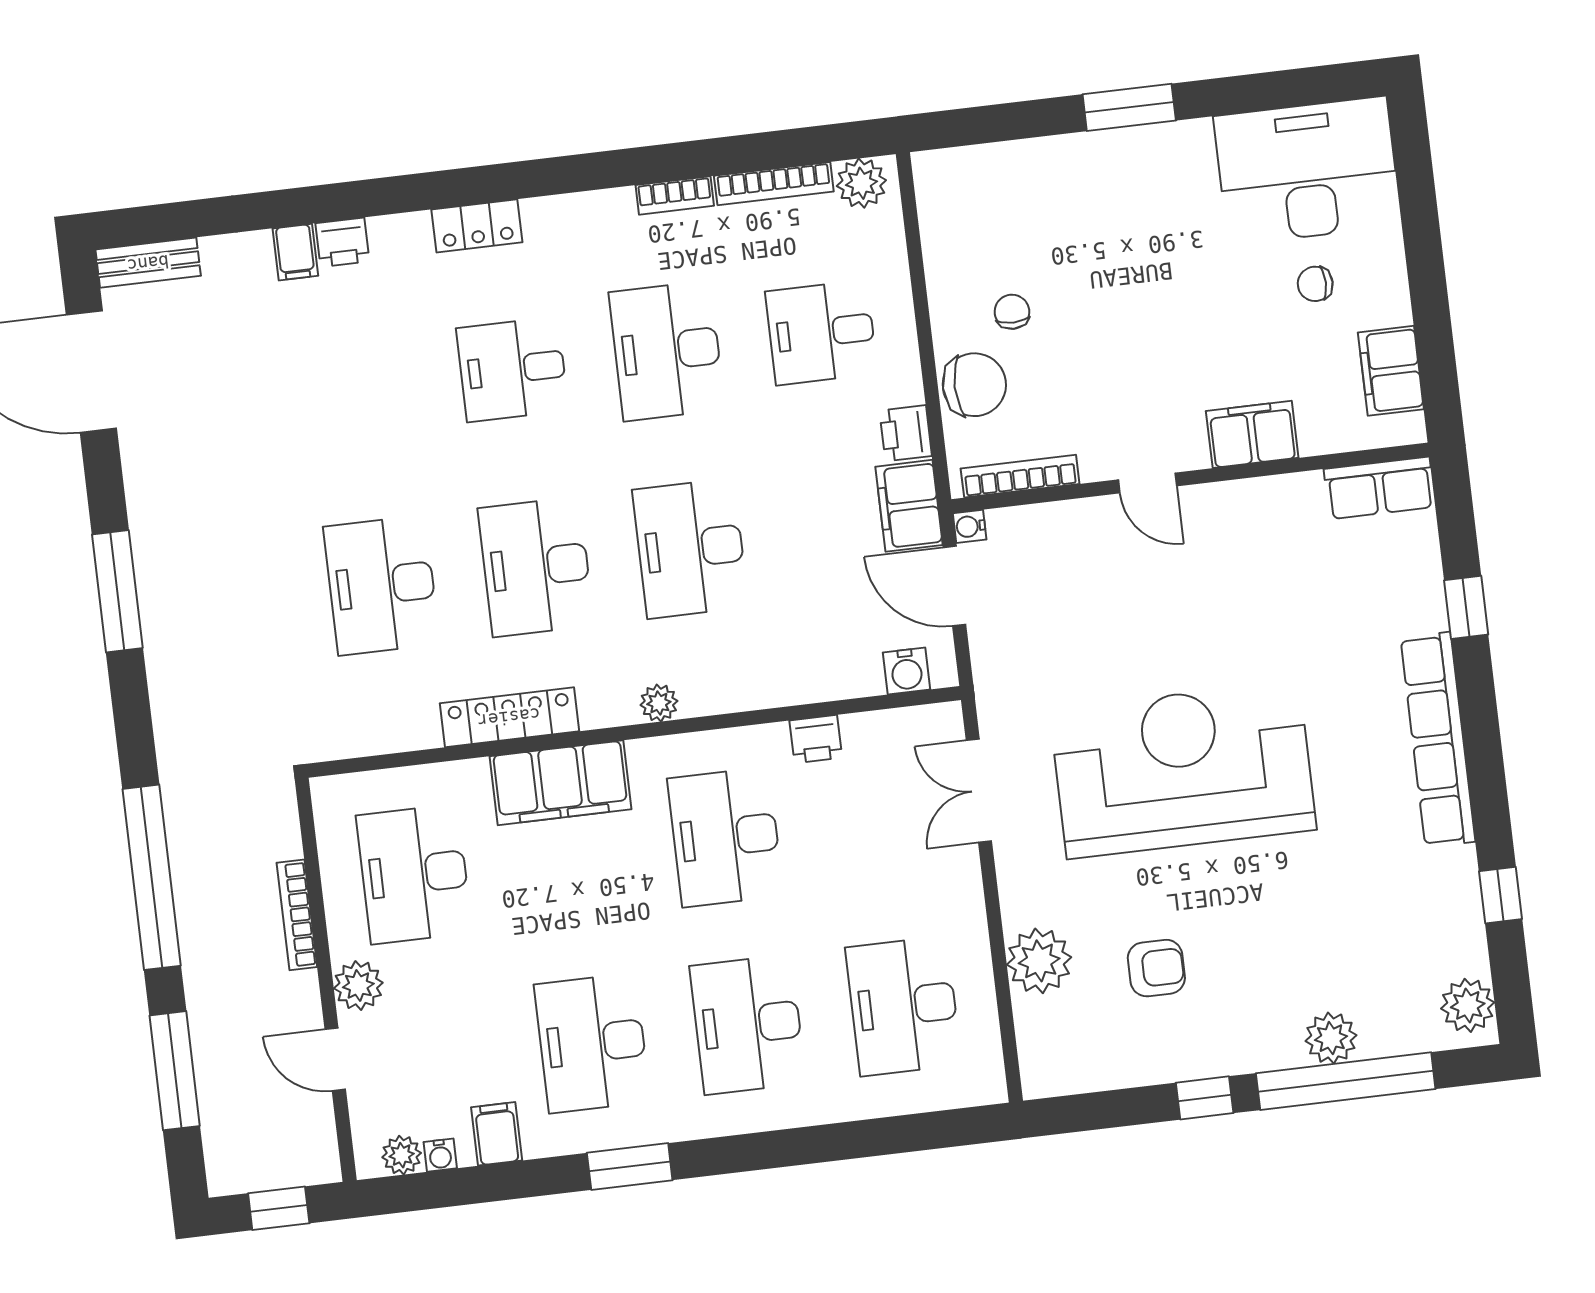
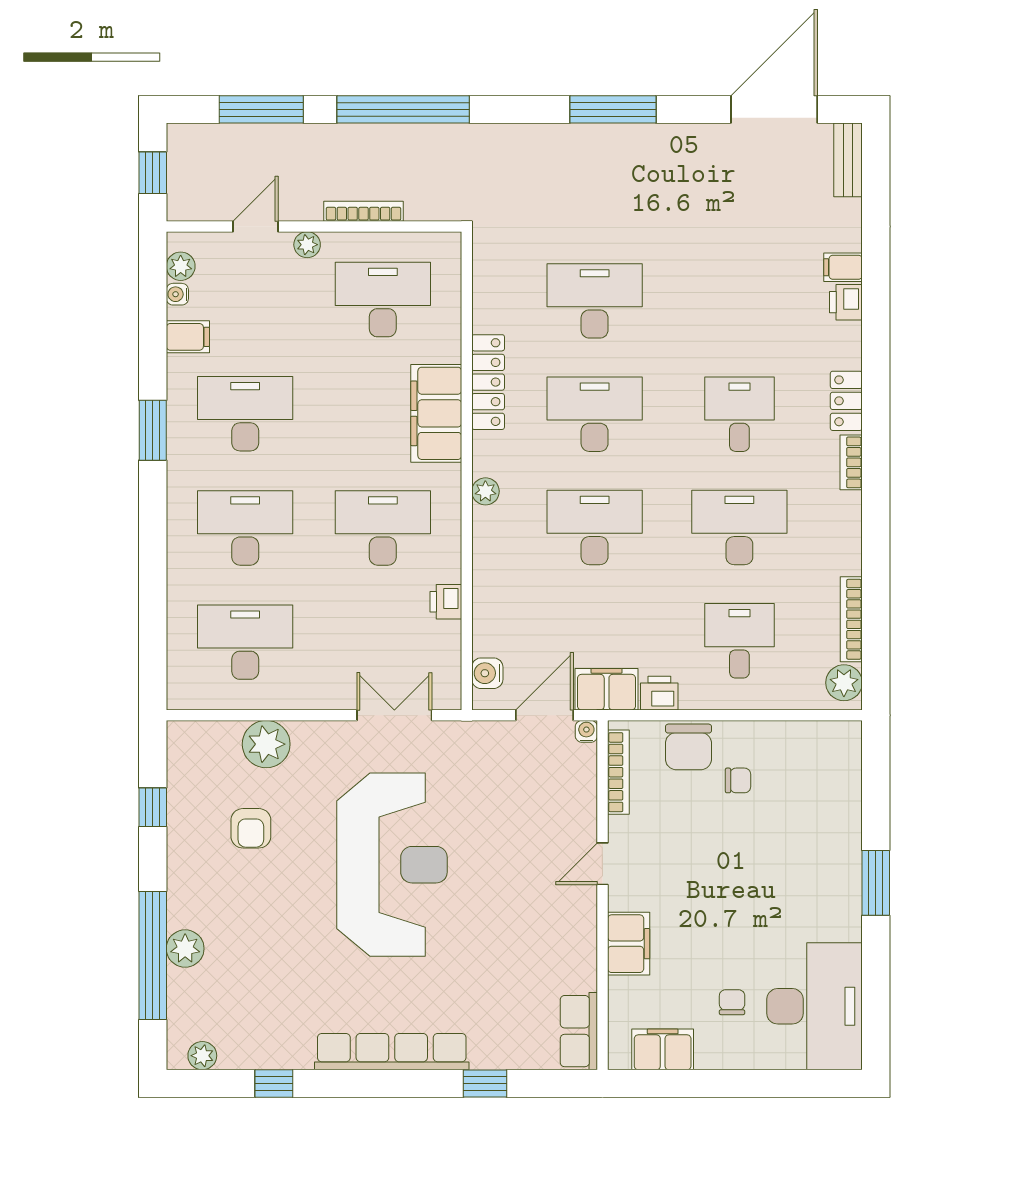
bookcase: (675, 195) -> (851, 462), moved
plant: (358, 985) -> (307, 245), width x0.73, depth x0.73
plant: (1468, 1005) -> (202, 1056), width x0.73, depth x0.73
window: (1205, 1098) -> (153, 807), moved

